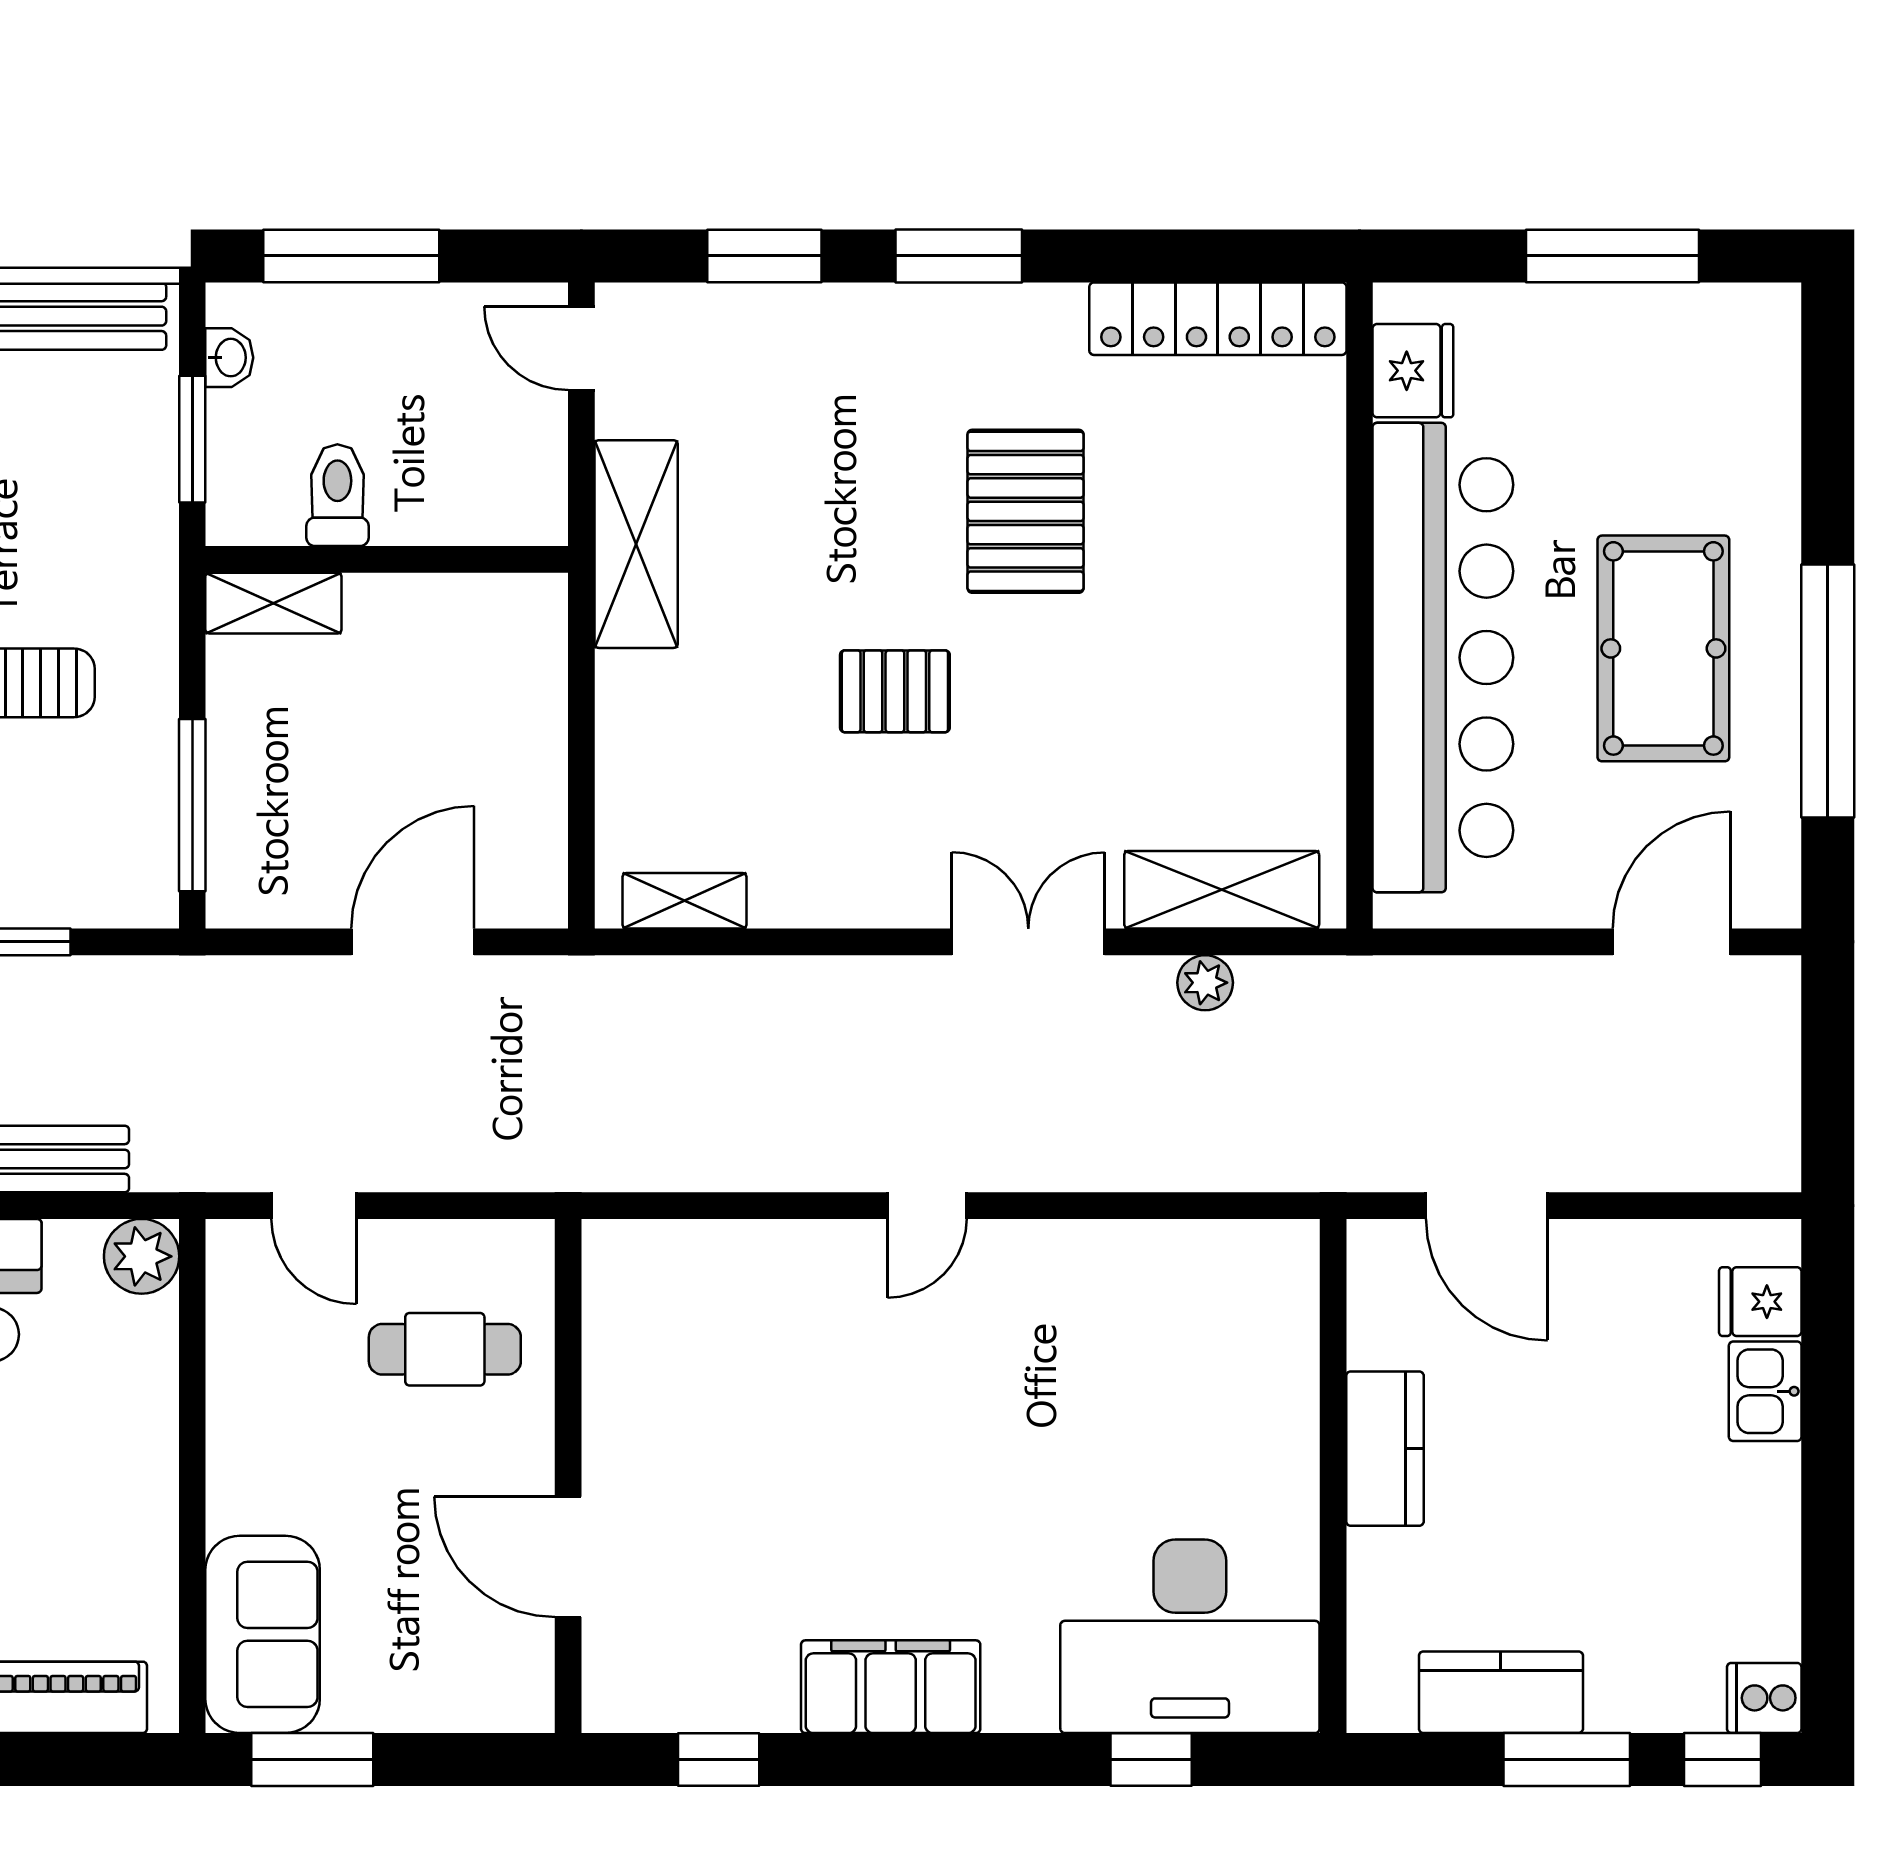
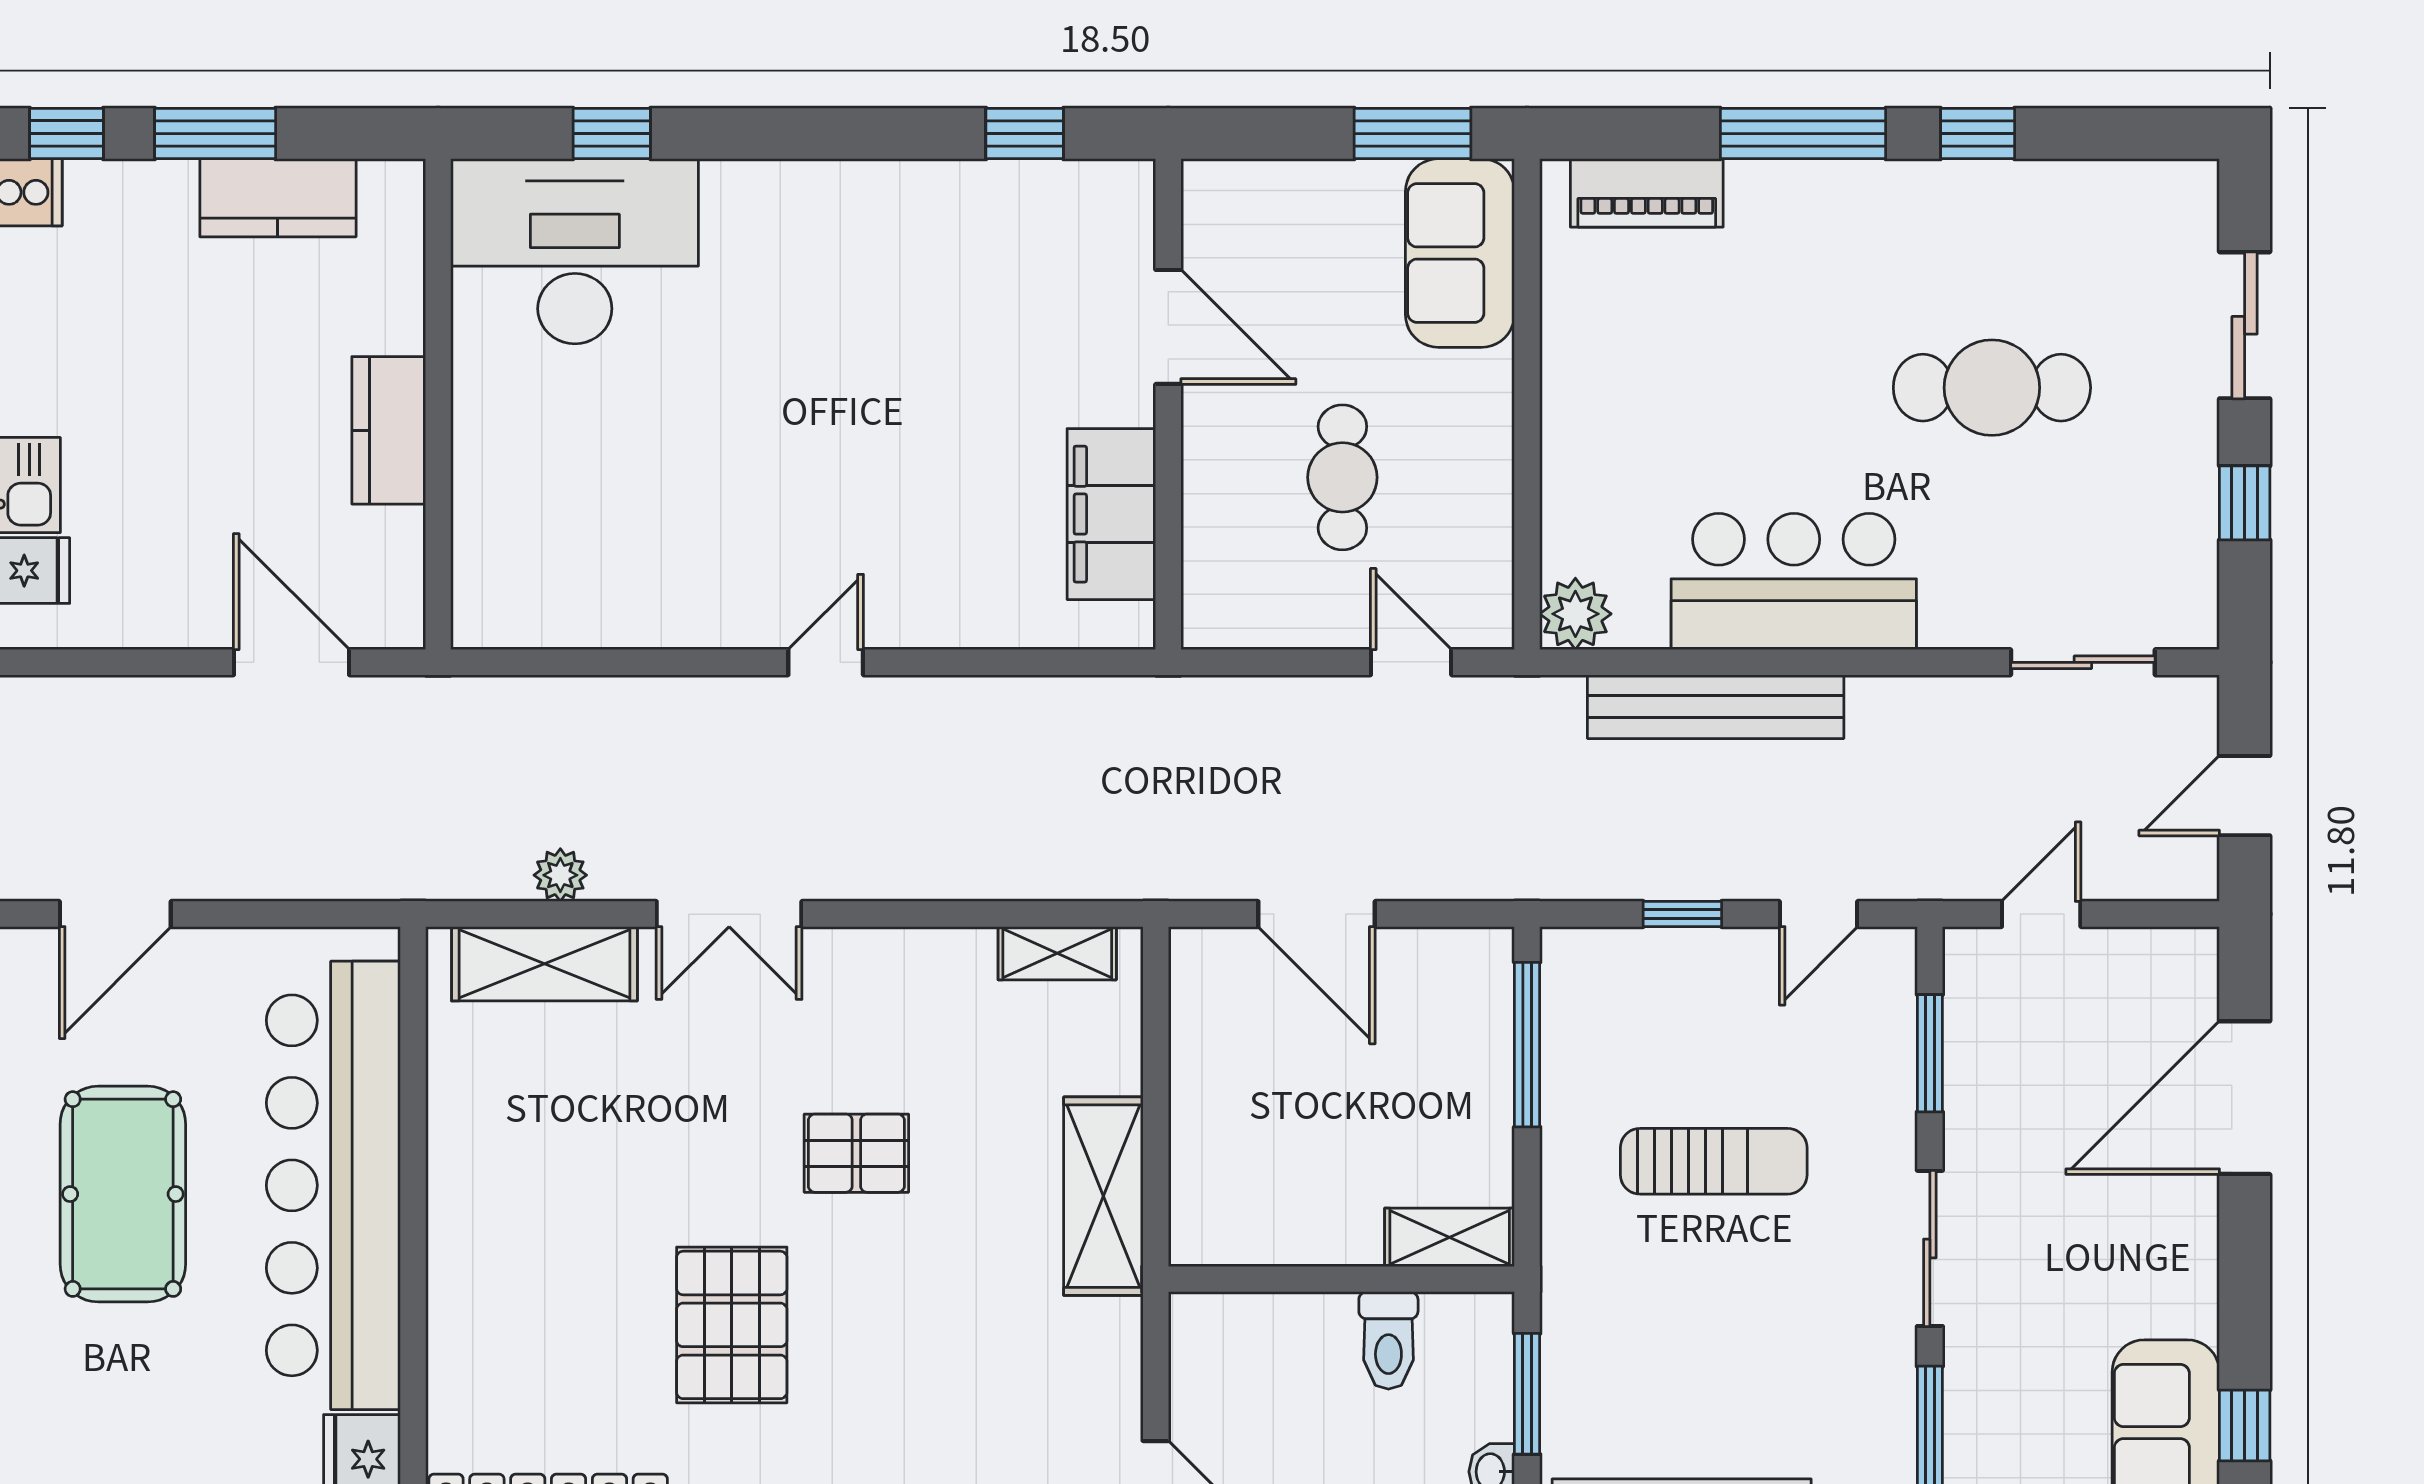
shelving: (636, 544) -> (1103, 1196), moved
door: (413, 942) -> (1317, 914), hinge flipped
cafe table: (445, 1349) -> (1342, 477), moved, turned 90
filing cabinet: (891, 1687) -> (1111, 514), moved, turned 90

